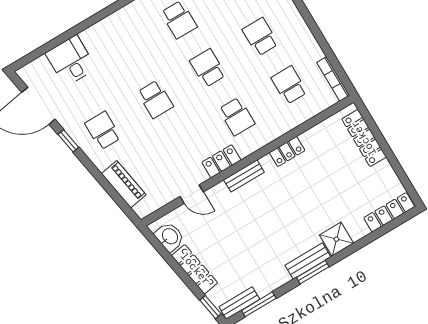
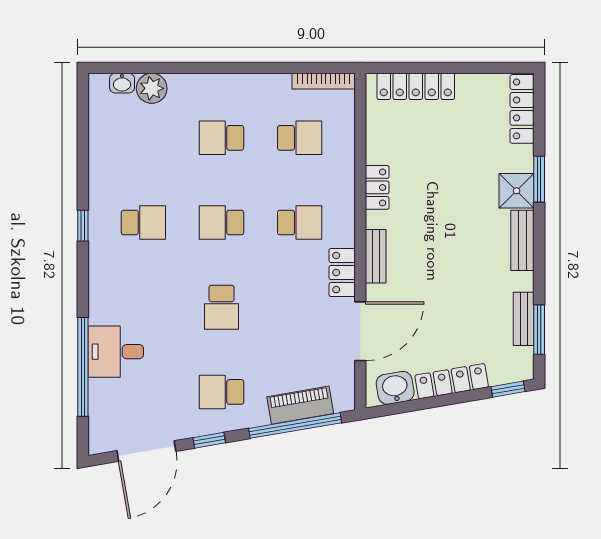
window: (67, 35) -> (83, 367), added
desk: (71, 61) -> (116, 352), moved
school desk: (289, 85) -> (300, 138), turned 180
school desk: (155, 99) -> (222, 307), turned 90
window: (109, 189) -> (295, 426), added
door: (192, 194) -> (360, 331), width x1.88
window: (313, 272) -> (539, 179), moved
bench: (239, 303) -> (524, 319), moved

